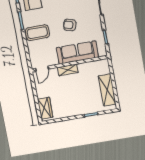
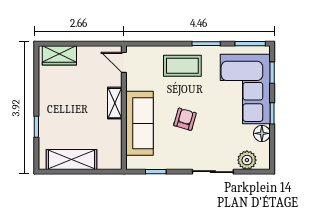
coffee table: (37, 33) -> (182, 66), turned 90

